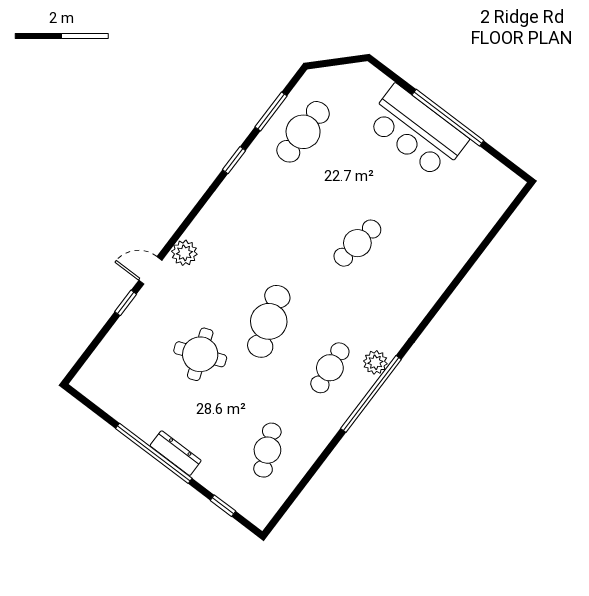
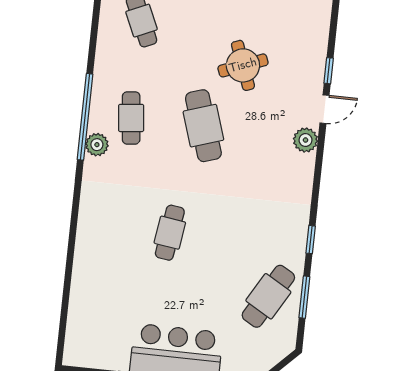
cafe table: (303, 132) -> (268, 296), turned 30

